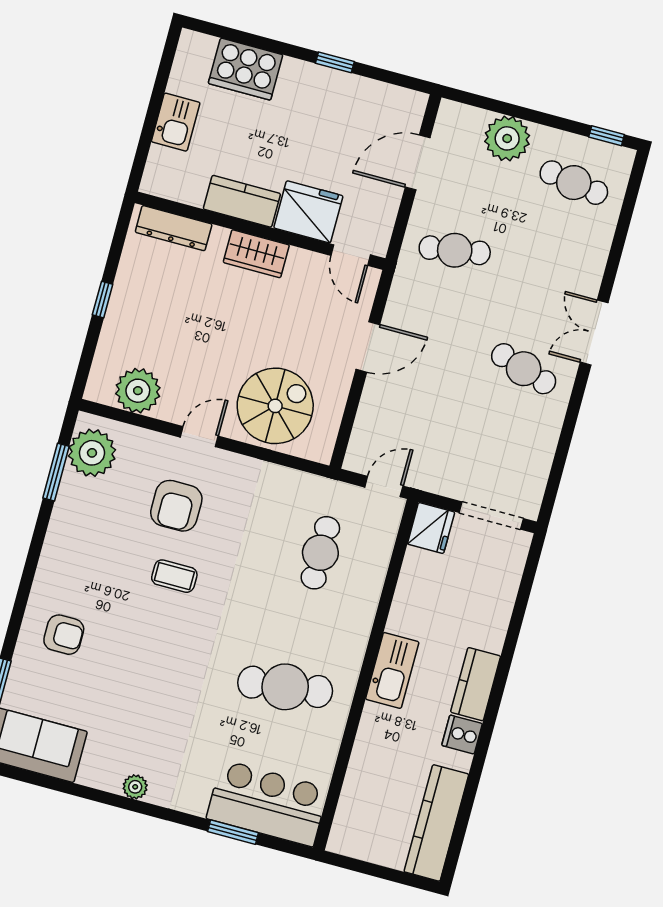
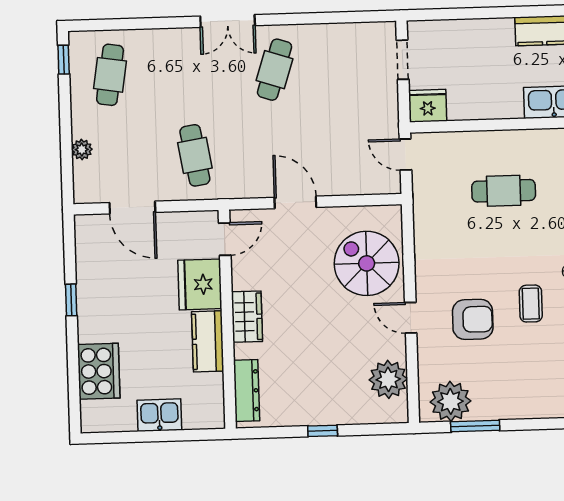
plant: (507, 138) -> (82, 150), width x0.53, depth x0.53
doorway: (491, 515) -> (403, 60), width x0.73
cafe table: (320, 553) -> (504, 191), moved

